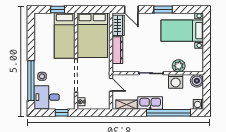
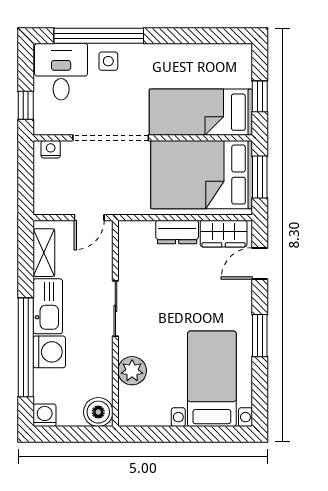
window: (93, 9) -> (260, 177), added
dresser: (117, 50) -> (177, 232), width x0.70
washing machine: (176, 81) -> (49, 352), moved, turned 180

